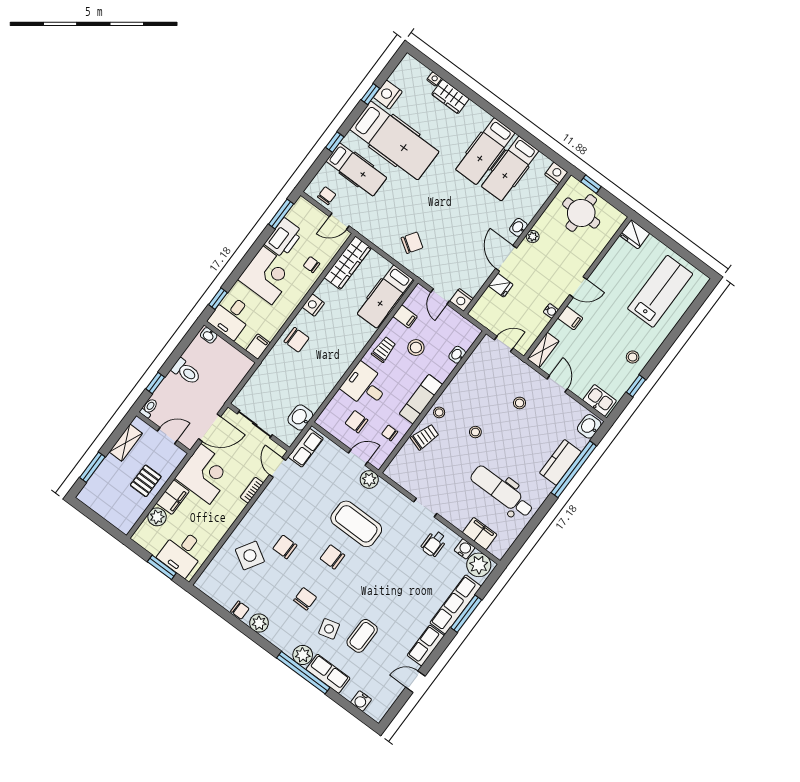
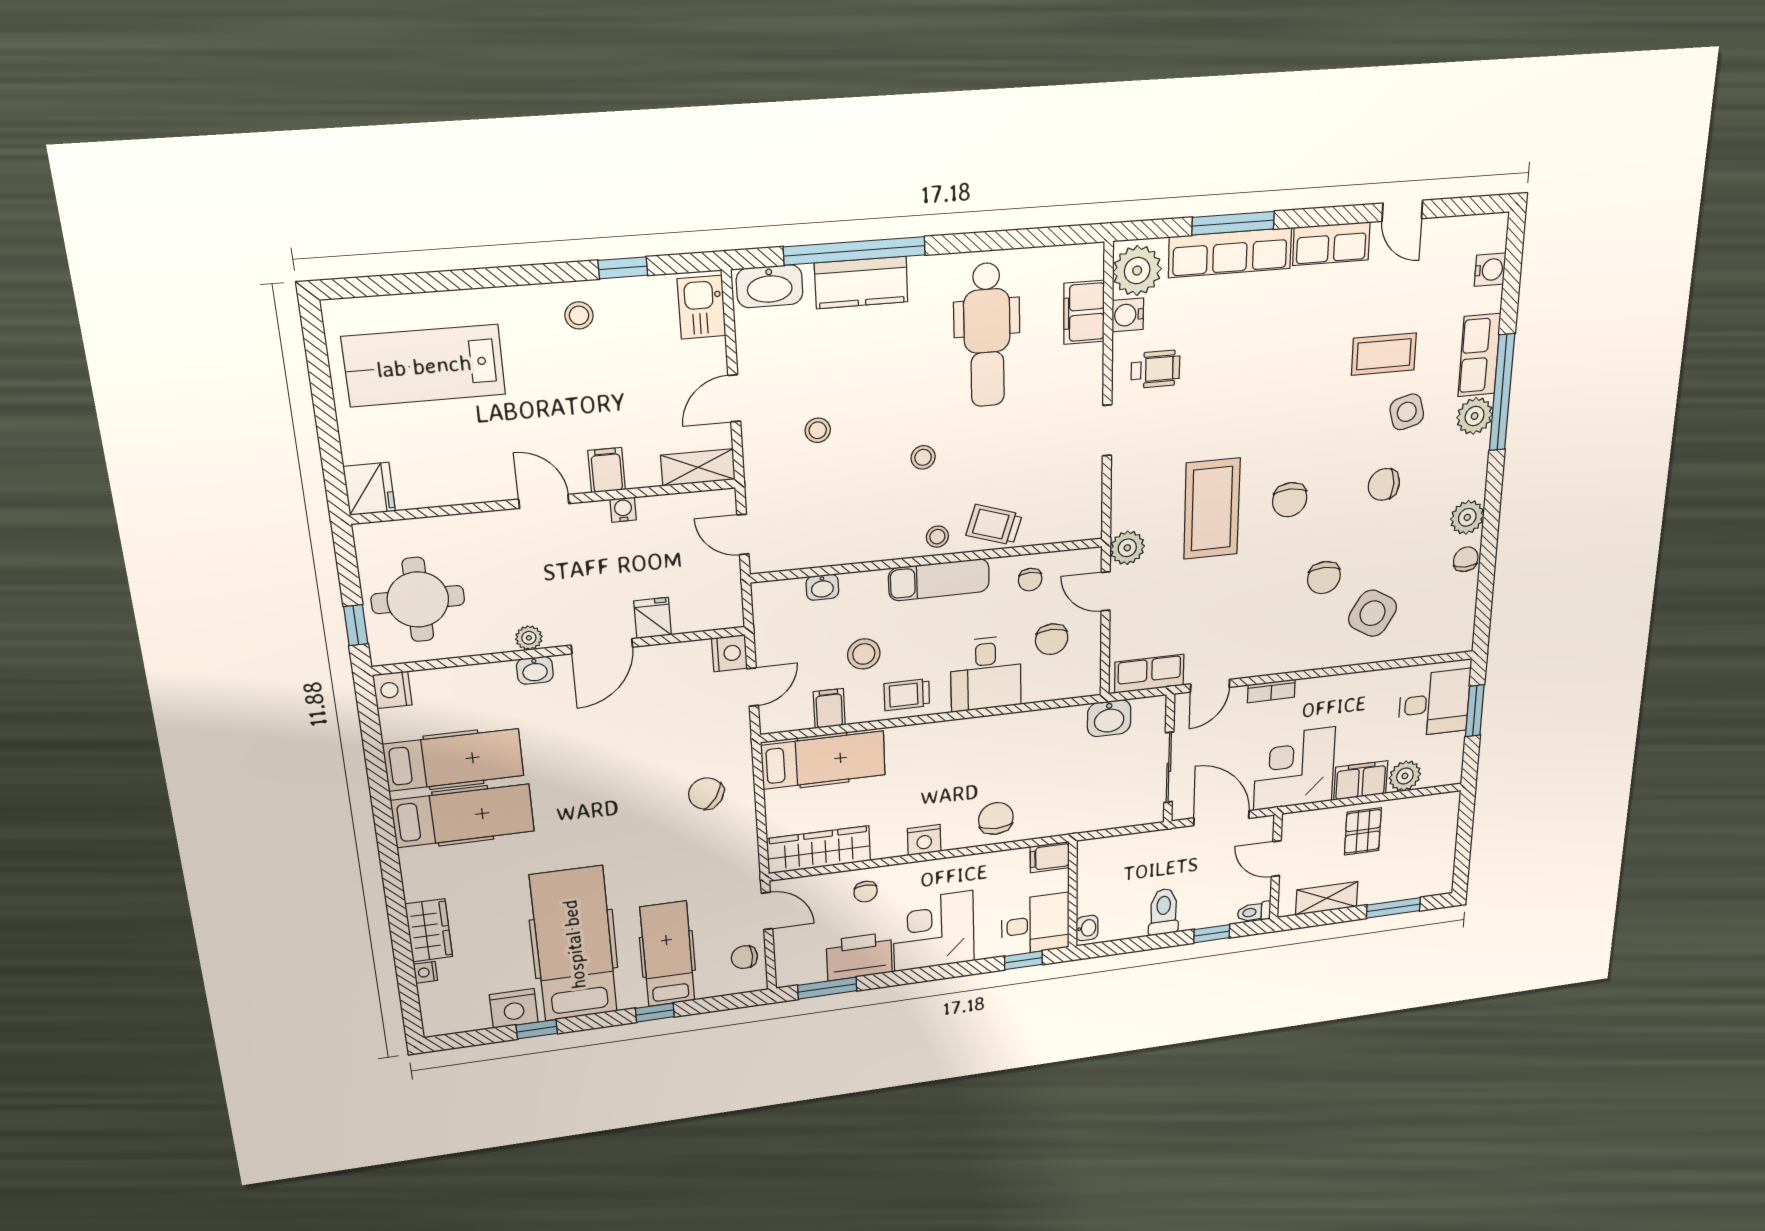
washbasin: (589, 426) -> (770, 286), width x1.38
pallet: (146, 481) -> (1363, 831), turned 90

